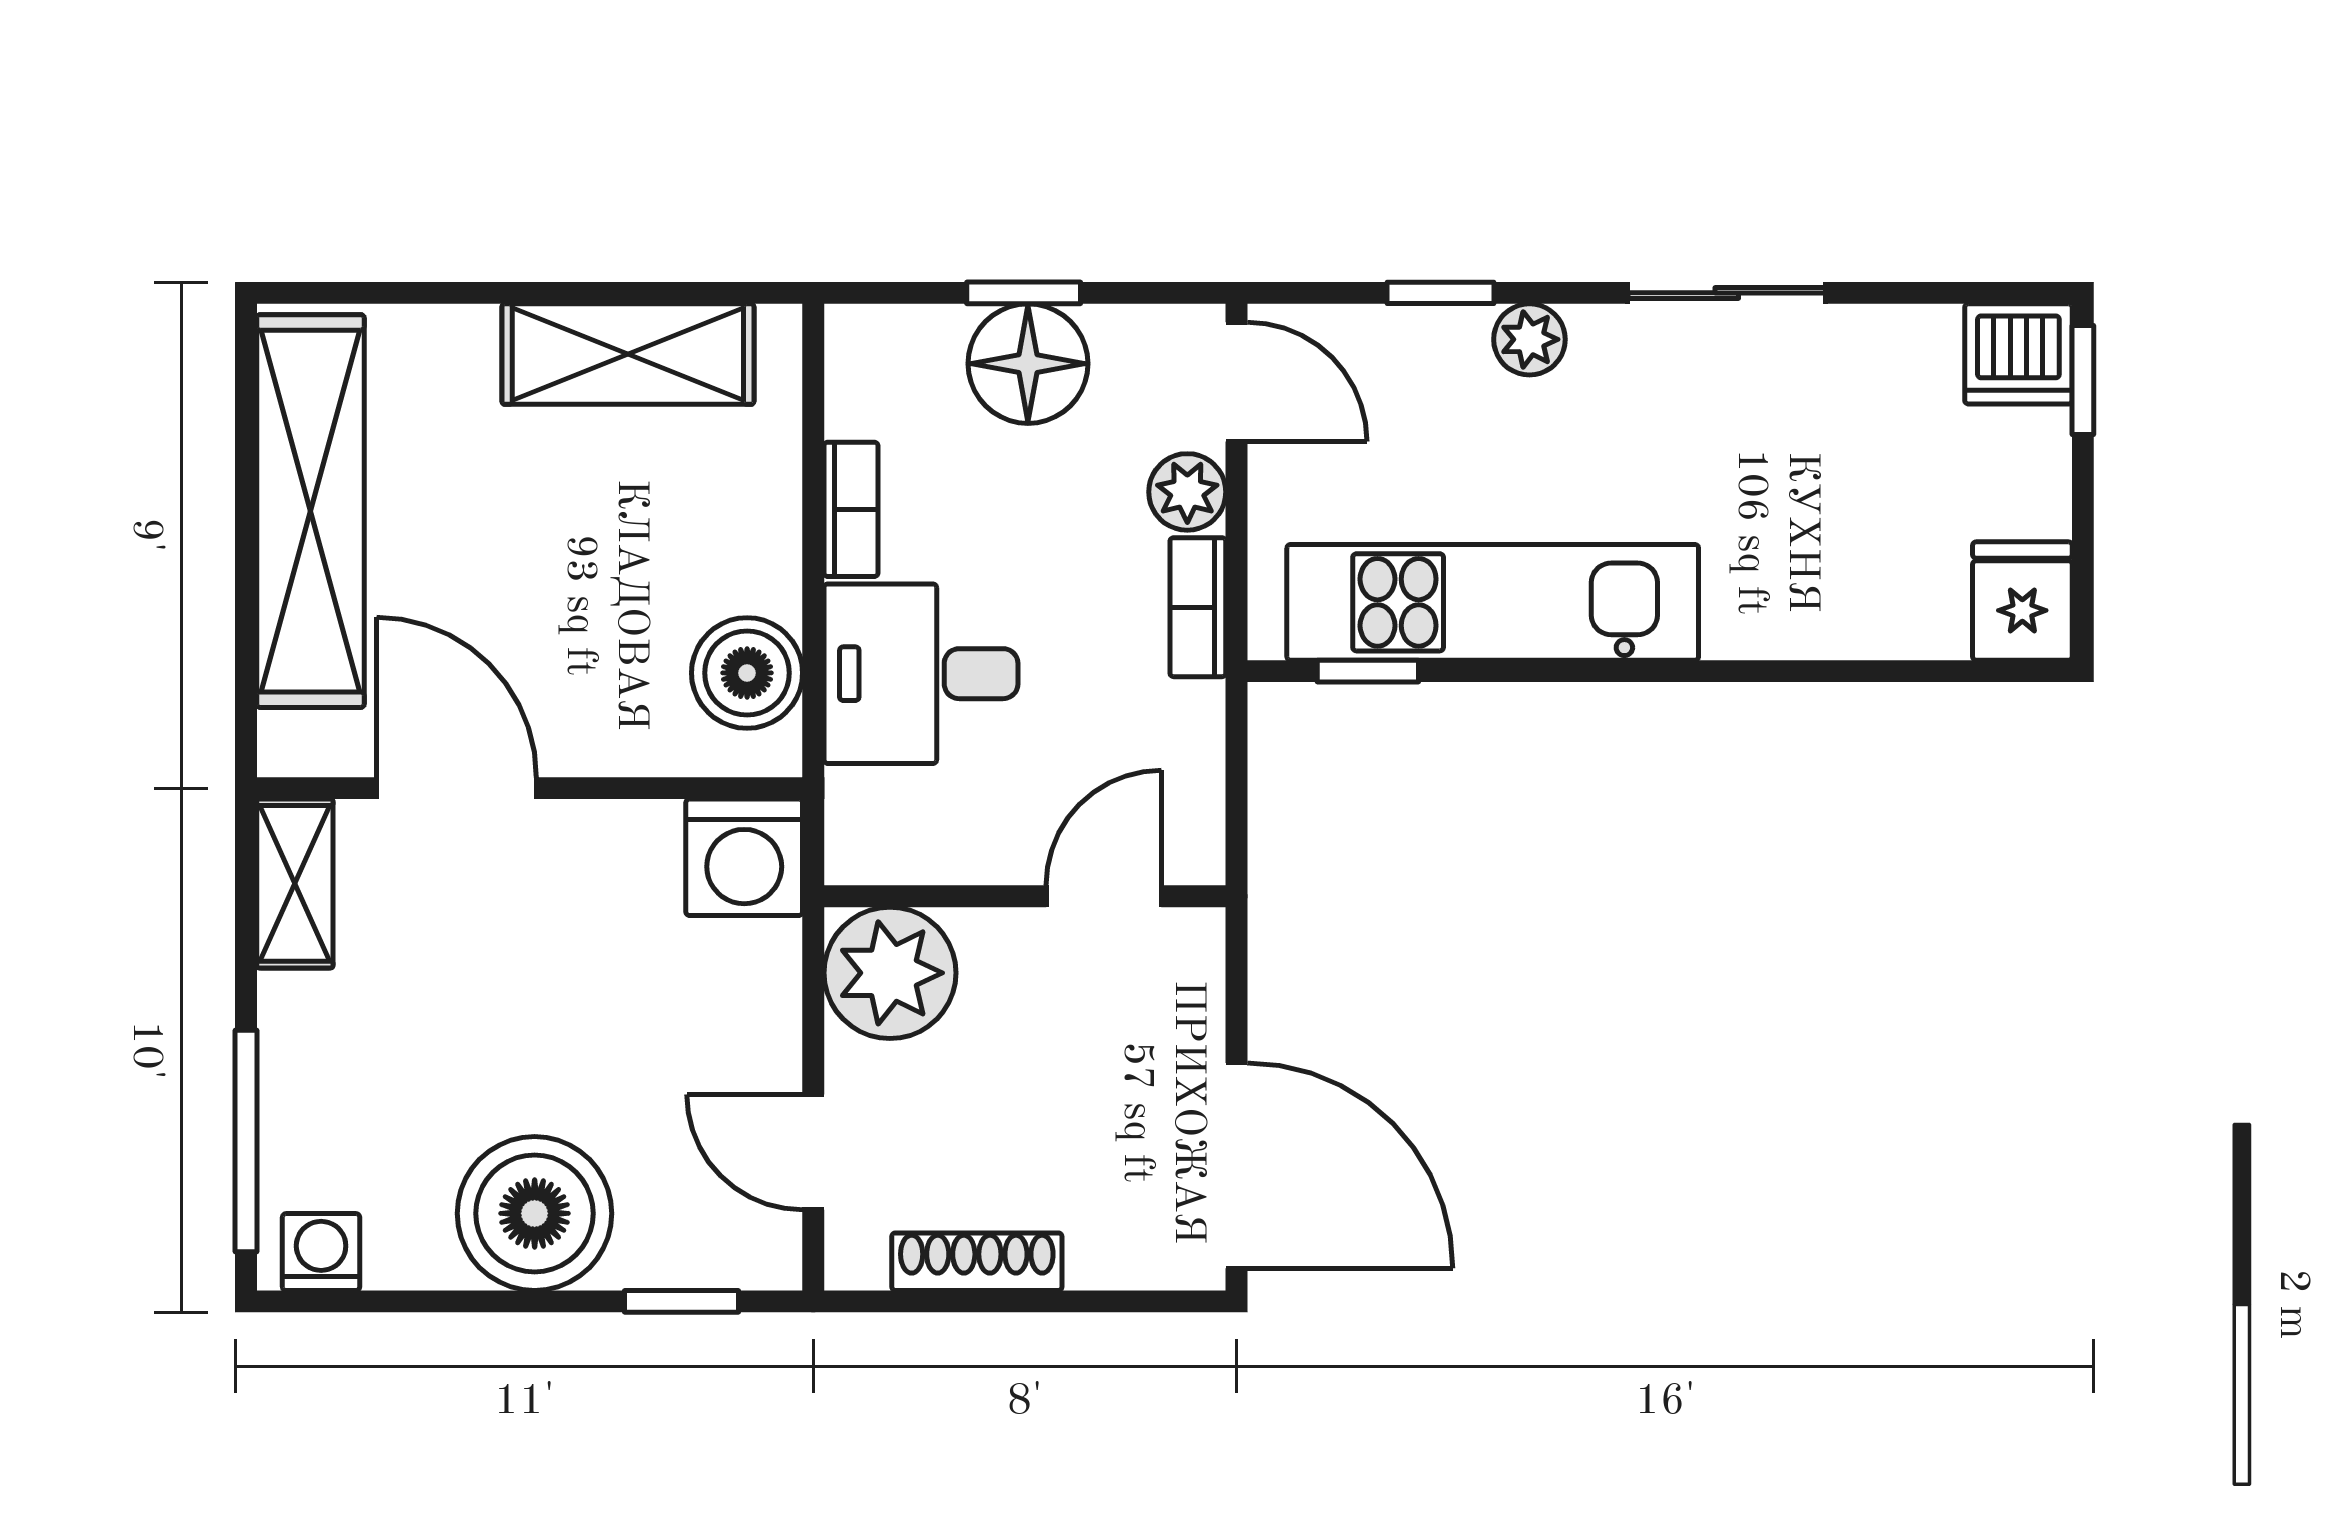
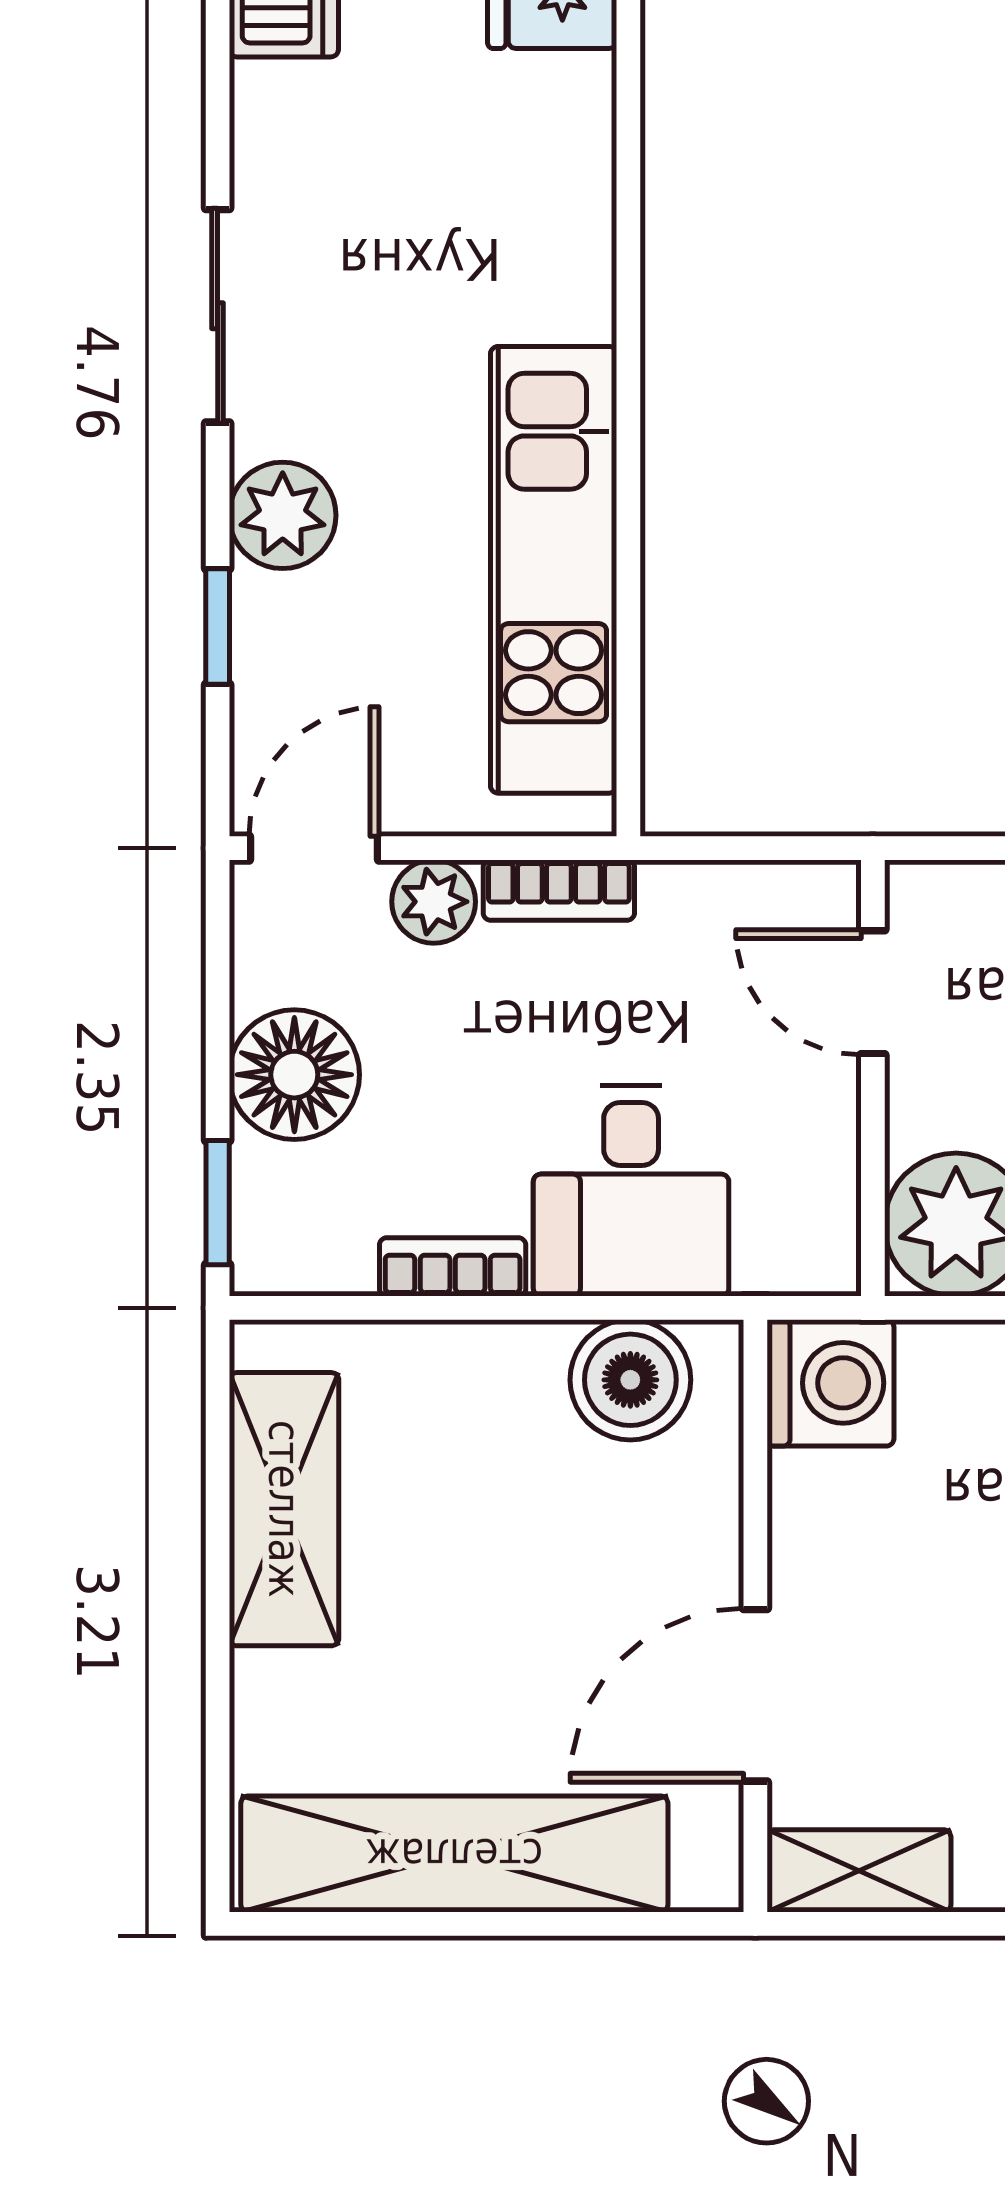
window: (1024, 293) -> (218, 1203), moved
plant: (1529, 339) -> (283, 515), width x1.38, depth x1.38
window: (1368, 671) -> (628, 705), removed

